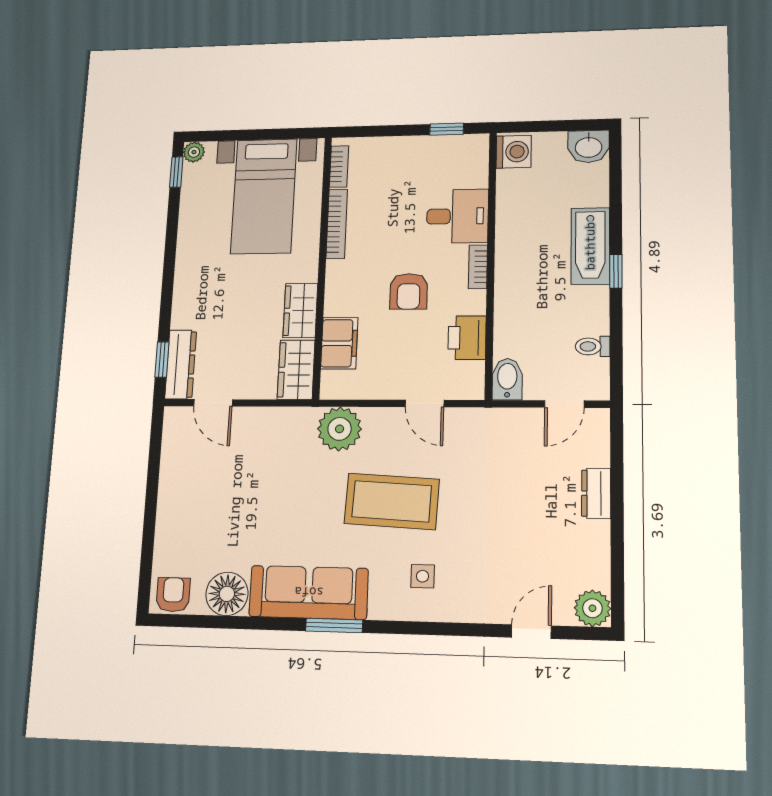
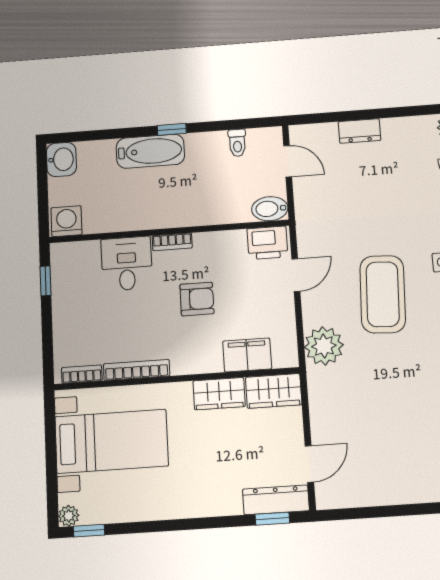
printer: (467, 338) -> (267, 243), moved

